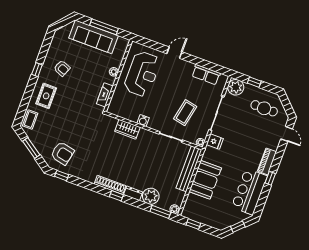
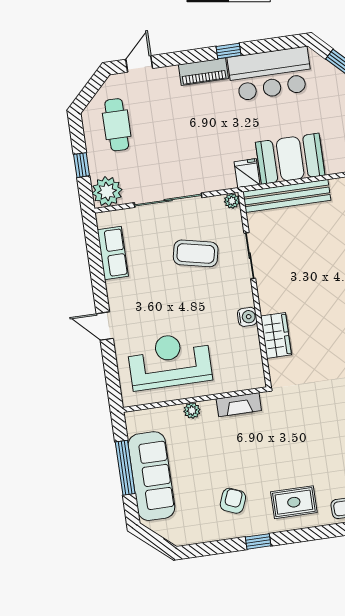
fridge: (215, 142) -> (247, 173), moved

